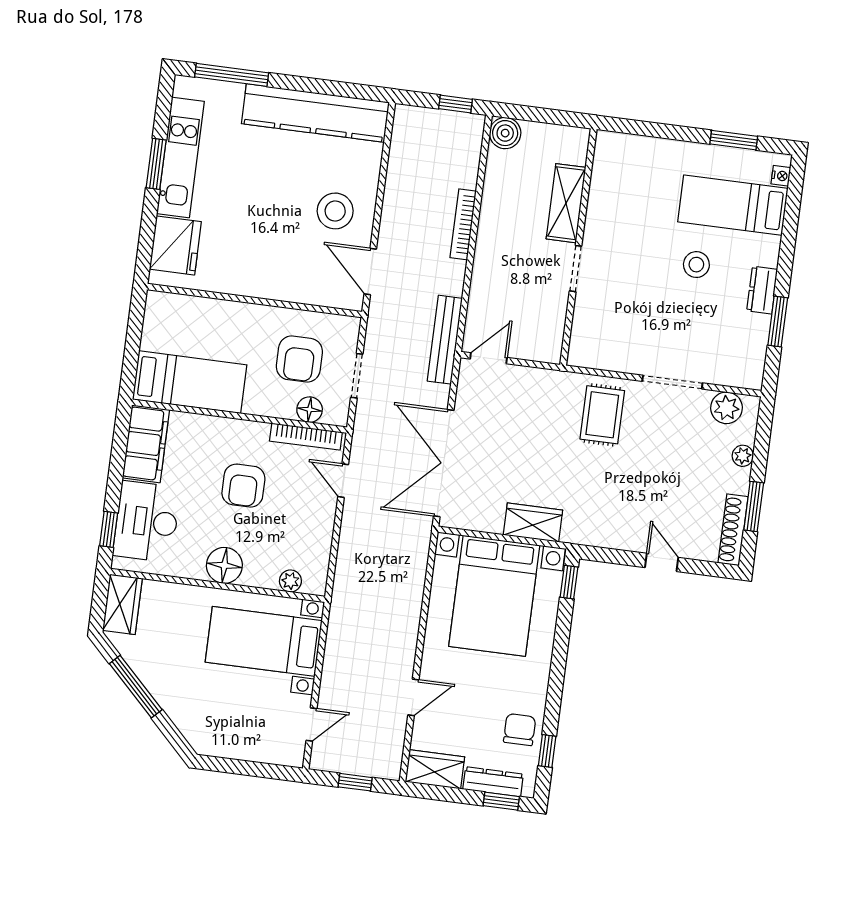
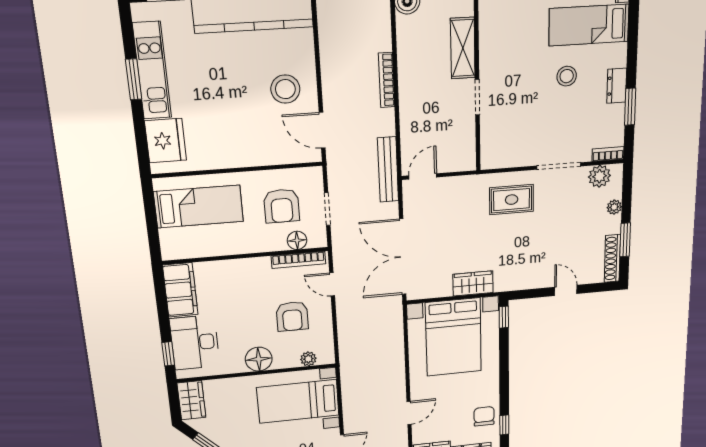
bookcase: (741, 380) -> (608, 154), added
bed: (190, 382) -> (199, 207), moved
rug: (602, 415) -> (512, 200), turned 90
armchair: (243, 486) -> (292, 316), moved

